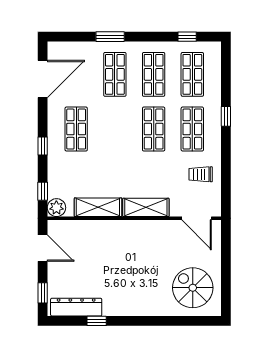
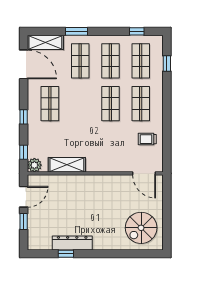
door: (43, 79) -> (24, 64), hinge flipped
window: (226, 116) -> (167, 63), moved
shelving: (146, 207) -> (45, 42), moved
door: (43, 248) -> (24, 197), hinge flipped
spiral stairs: (193, 288) -> (141, 228), turned -90
window: (43, 293) -> (24, 222), moved
dresser: (76, 307) -> (72, 243), moved

